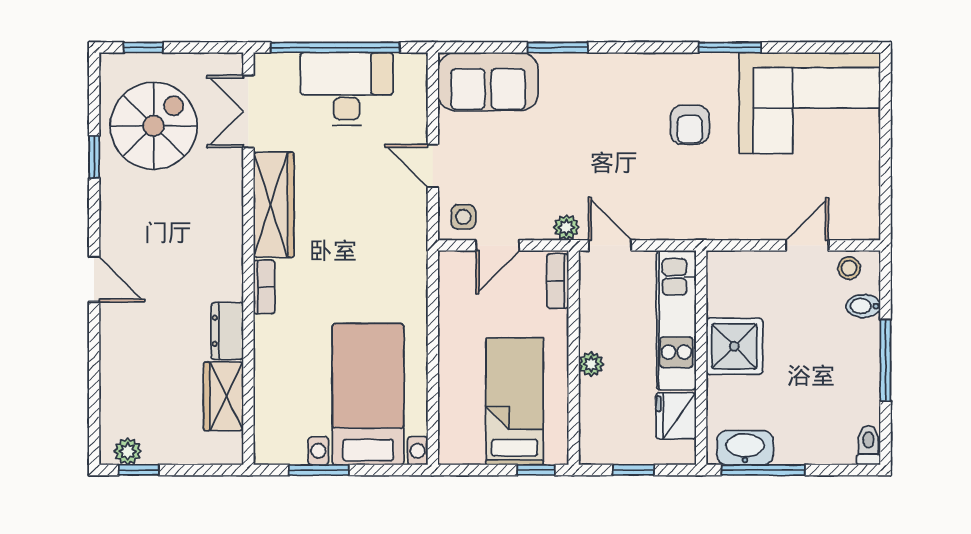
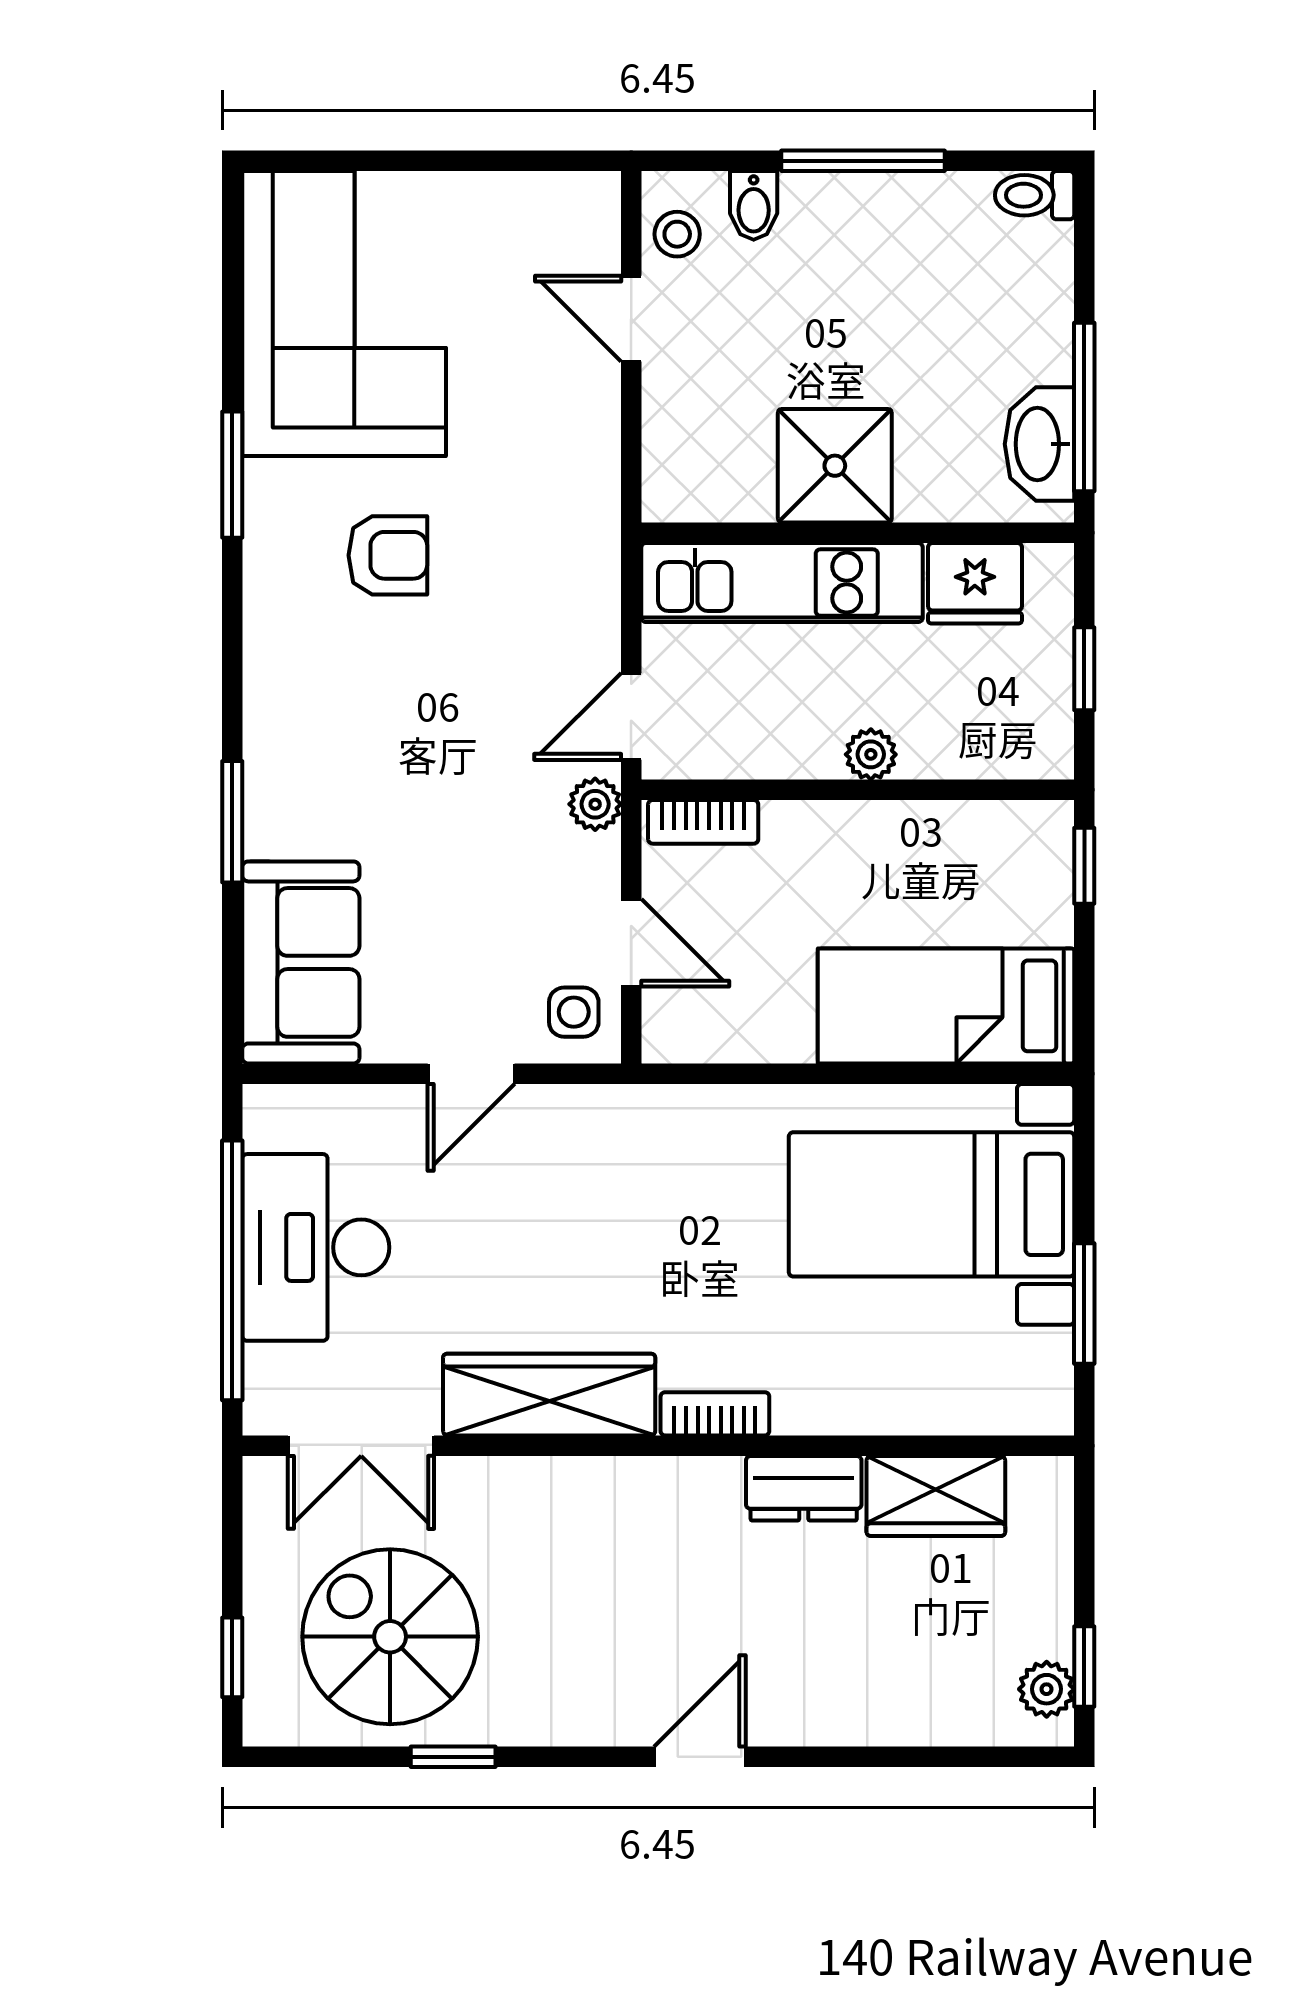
bed: (515, 401) -> (946, 1006), moved

